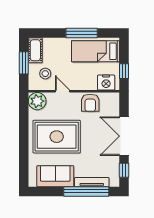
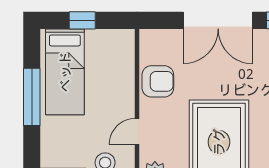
window: (124, 71) -> (82, 20), moved
nightstand: (106, 82) -> (121, 53), removed

